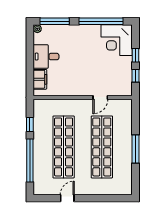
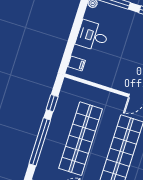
filing cabinet: (40, 79) -> (76, 63), width x0.50

